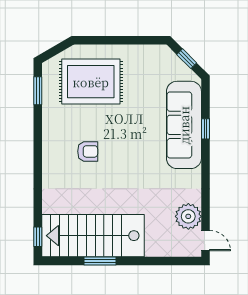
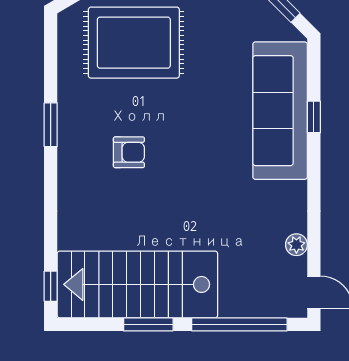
window: (38, 91) -> (51, 125), moved
plant: (188, 216) -> (296, 245), width x0.53, depth x0.53
window: (158, 261) -> (239, 324), added

